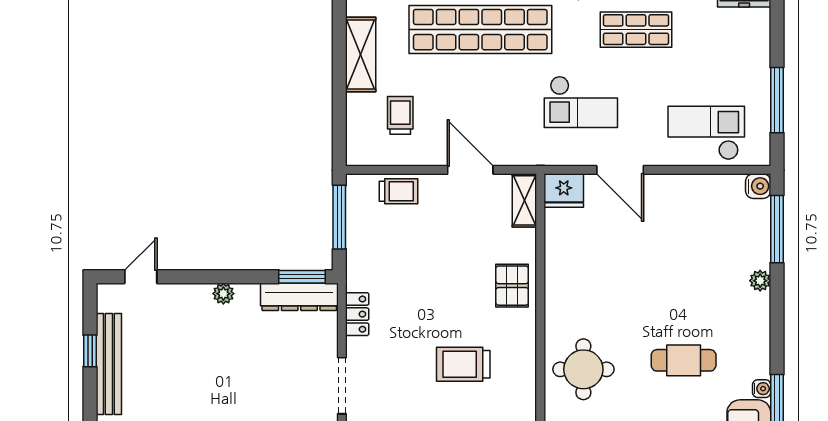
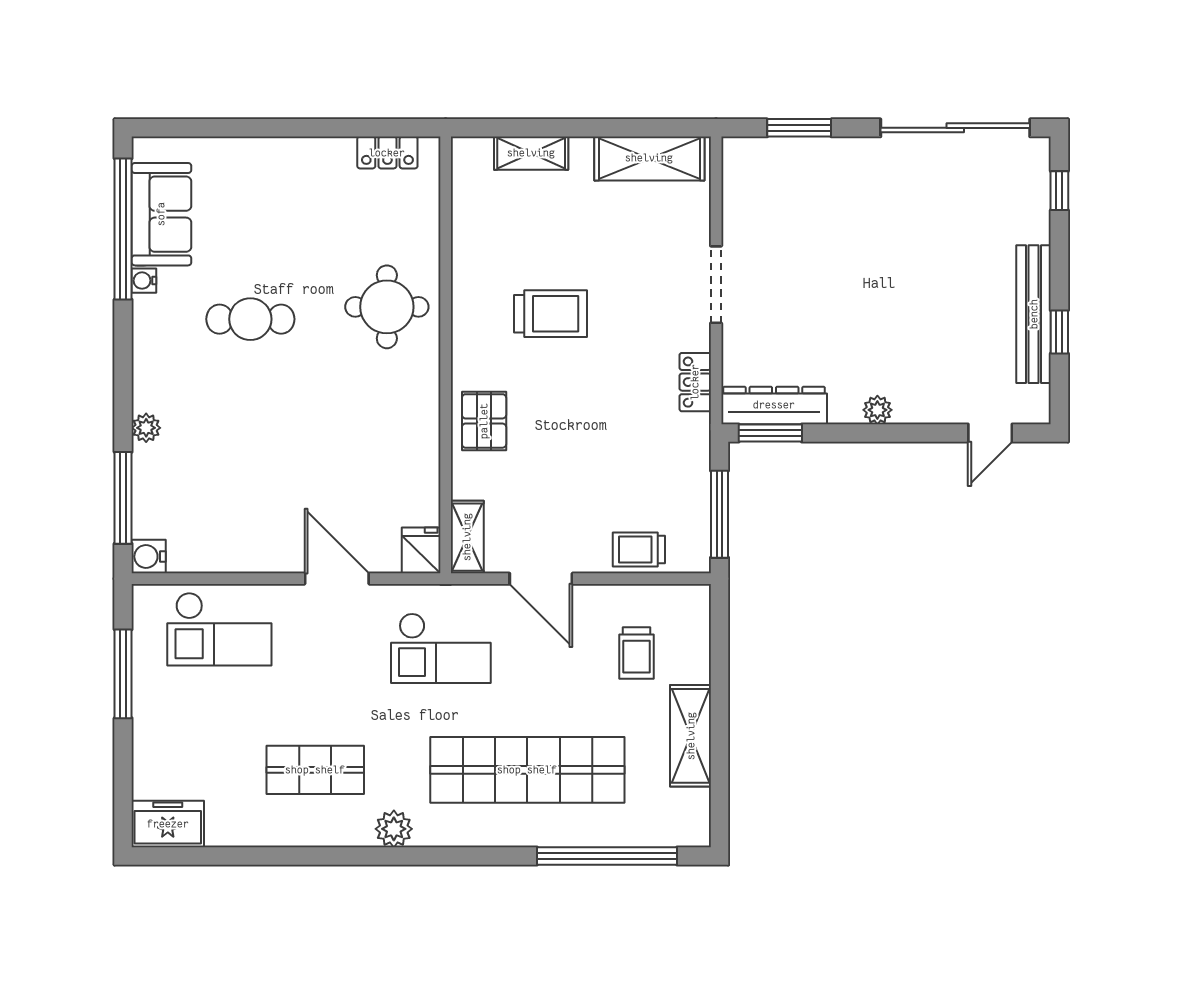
checkout: (581, 102) -> (441, 648), moved, turned 180
fridge: (564, 191) -> (421, 550), width x0.72

